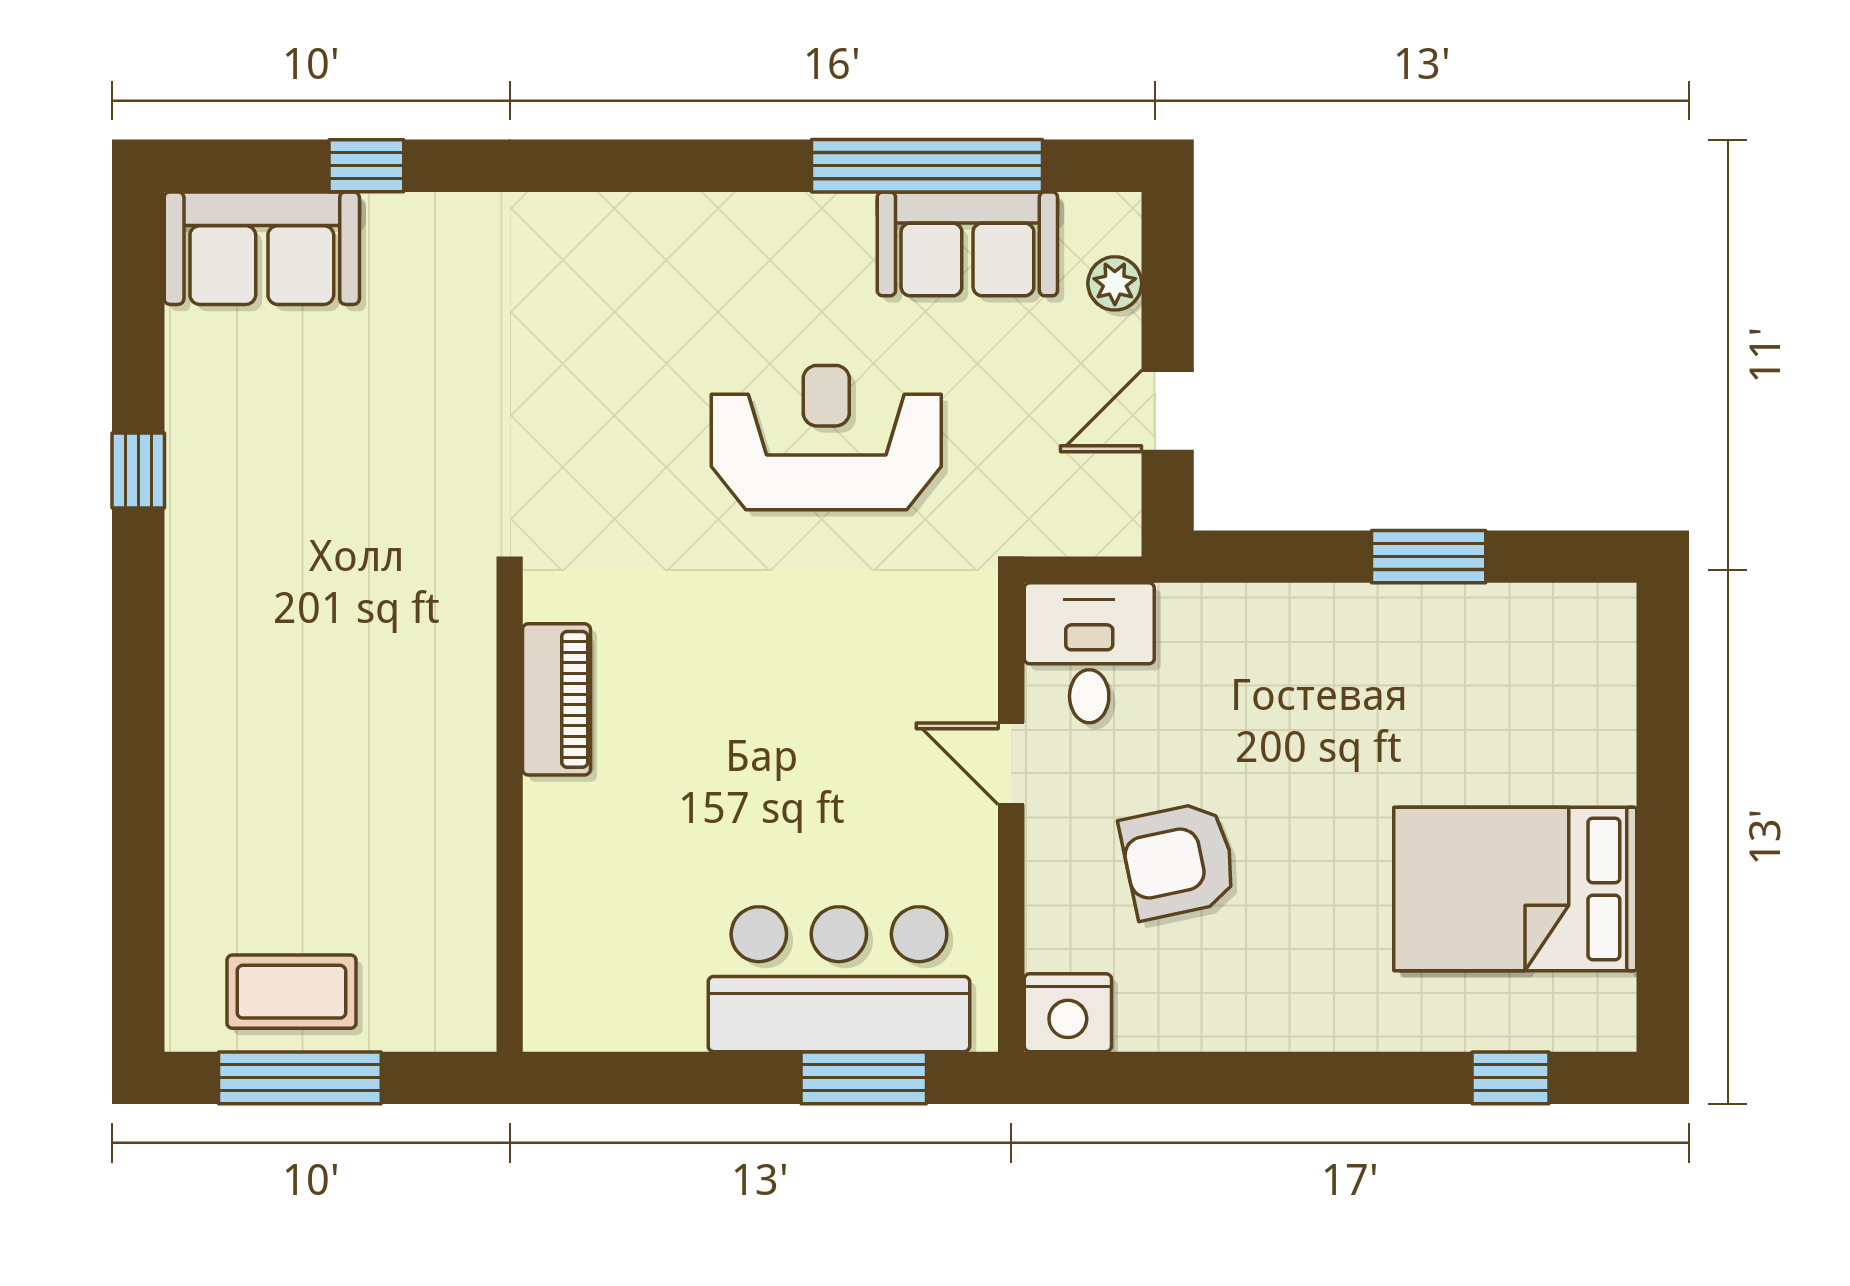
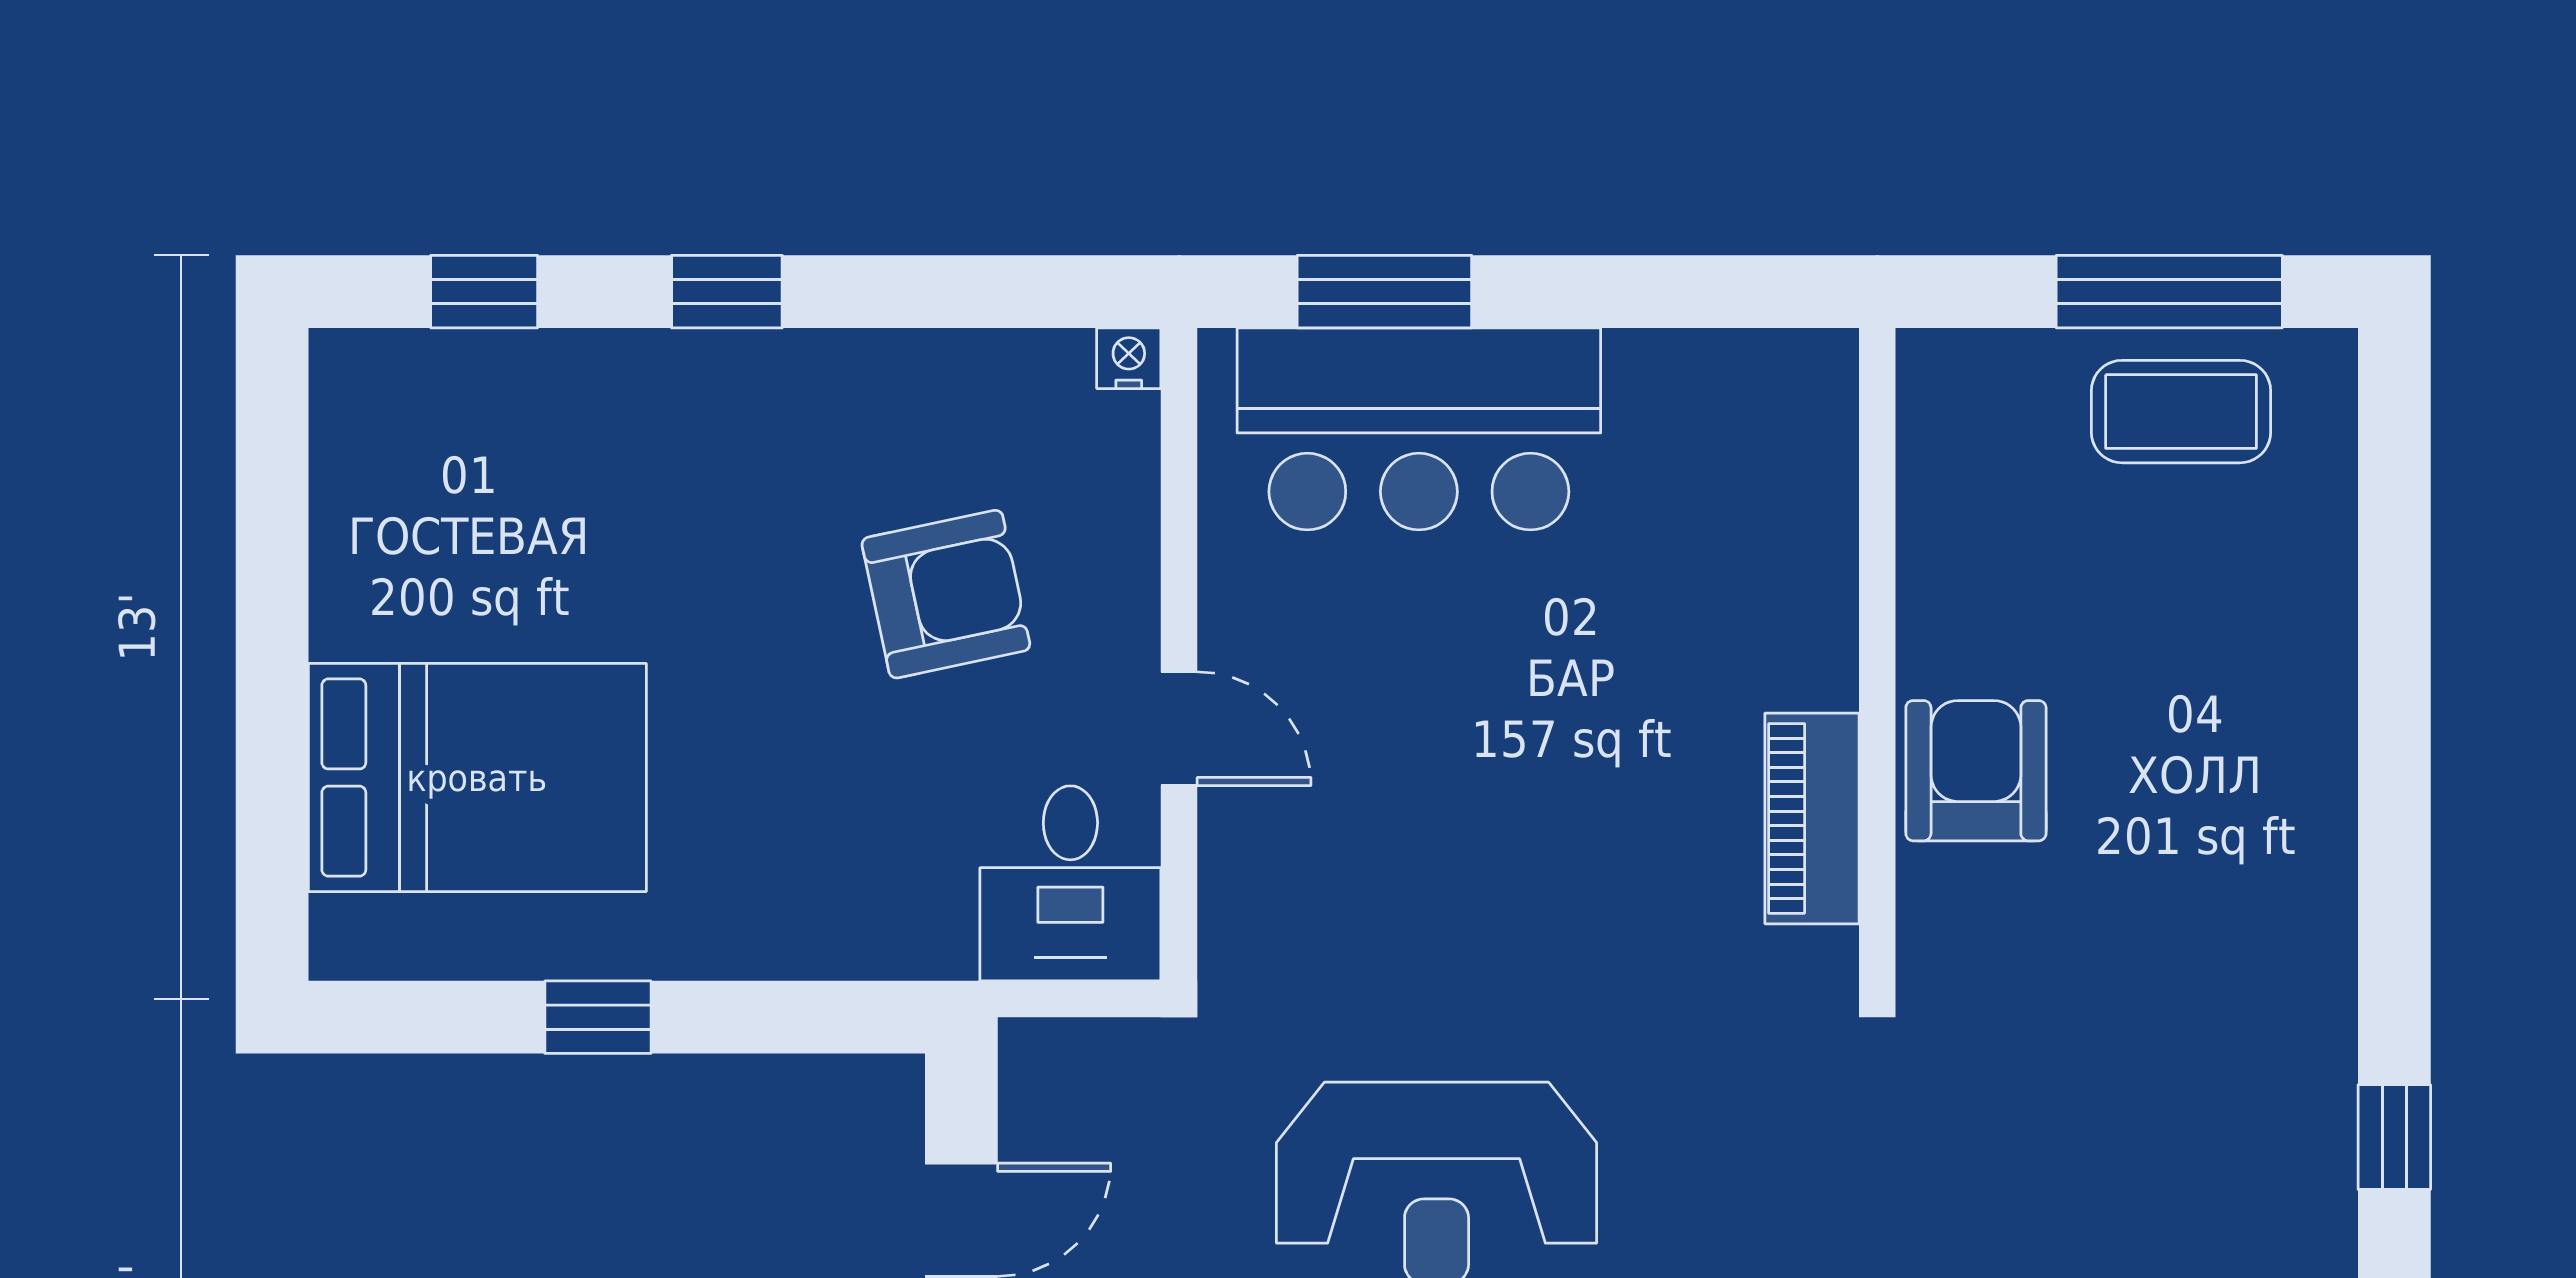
window: (1429, 557) -> (598, 1017), width x0.67
armchair: (439, 734) -> (1976, 771), added
bed: (1515, 889) -> (477, 778), moved
nightstand: (1068, 1013) -> (1129, 358), width x0.53, depth x0.56
window: (1336, 1078) -> (727, 292), added

